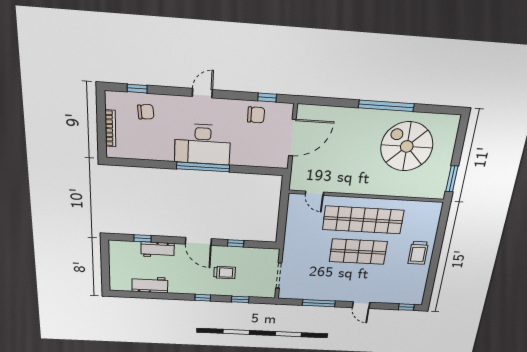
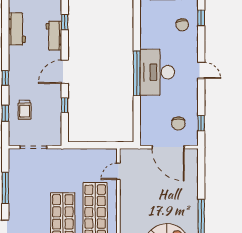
chair: (256, 115) -> (178, 123), moved
trolley: (225, 273) -> (25, 110), moved

